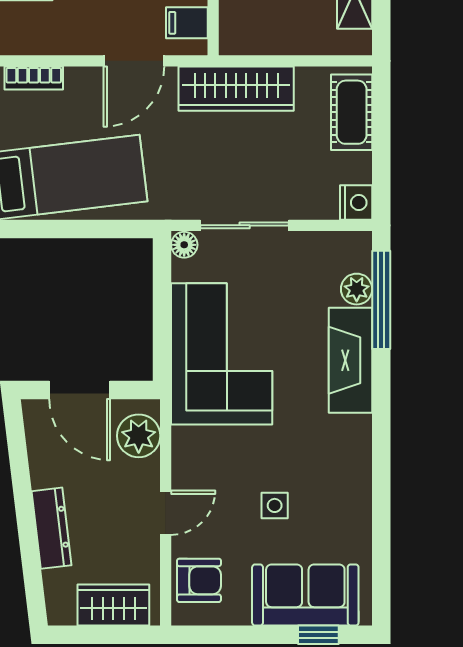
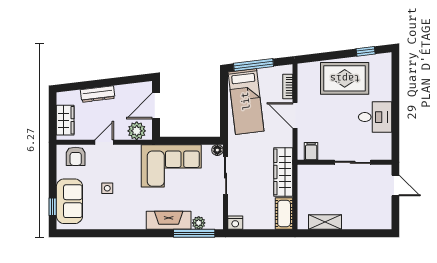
door: (134, 61) -> (295, 115), moved
cot: (352, 112) -> (284, 213), moved, turned 90
door: (166, 513) -> (104, 142), swing flipped

